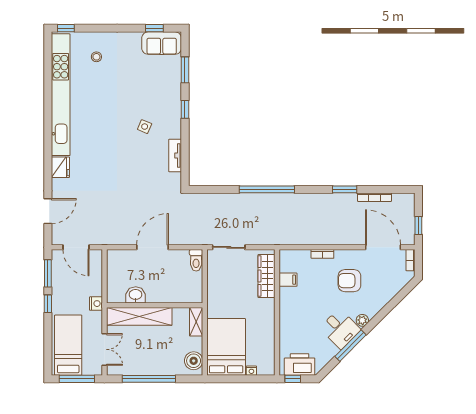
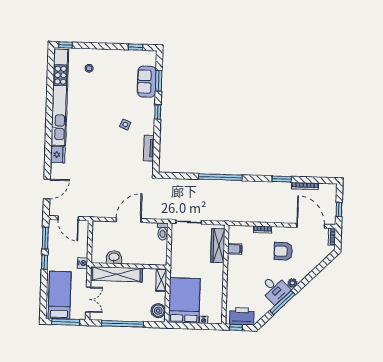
sofa: (162, 43) -> (147, 82), moved, turned 90

